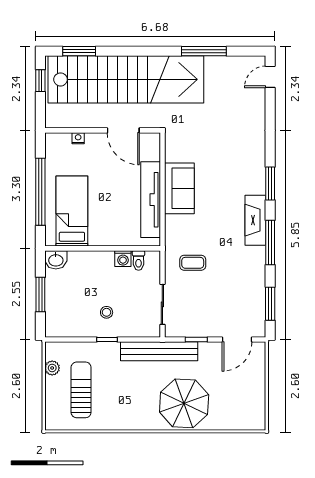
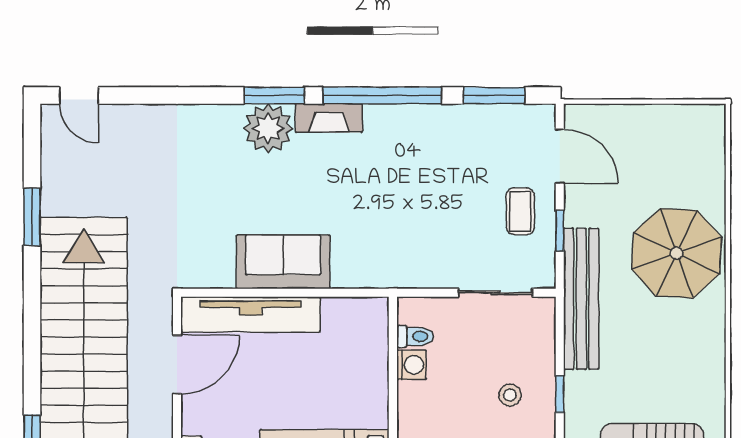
window: (204, 51) -> (32, 217), width x0.69
plant: (252, 180) -> (268, 128), added
tv unit: (151, 200) -> (251, 314), moved
fireplace: (255, 220) -> (329, 118), width x0.73, depth x0.76
window: (270, 242) -> (382, 95), width x1.46
coffee table: (193, 263) -> (520, 211), moved

